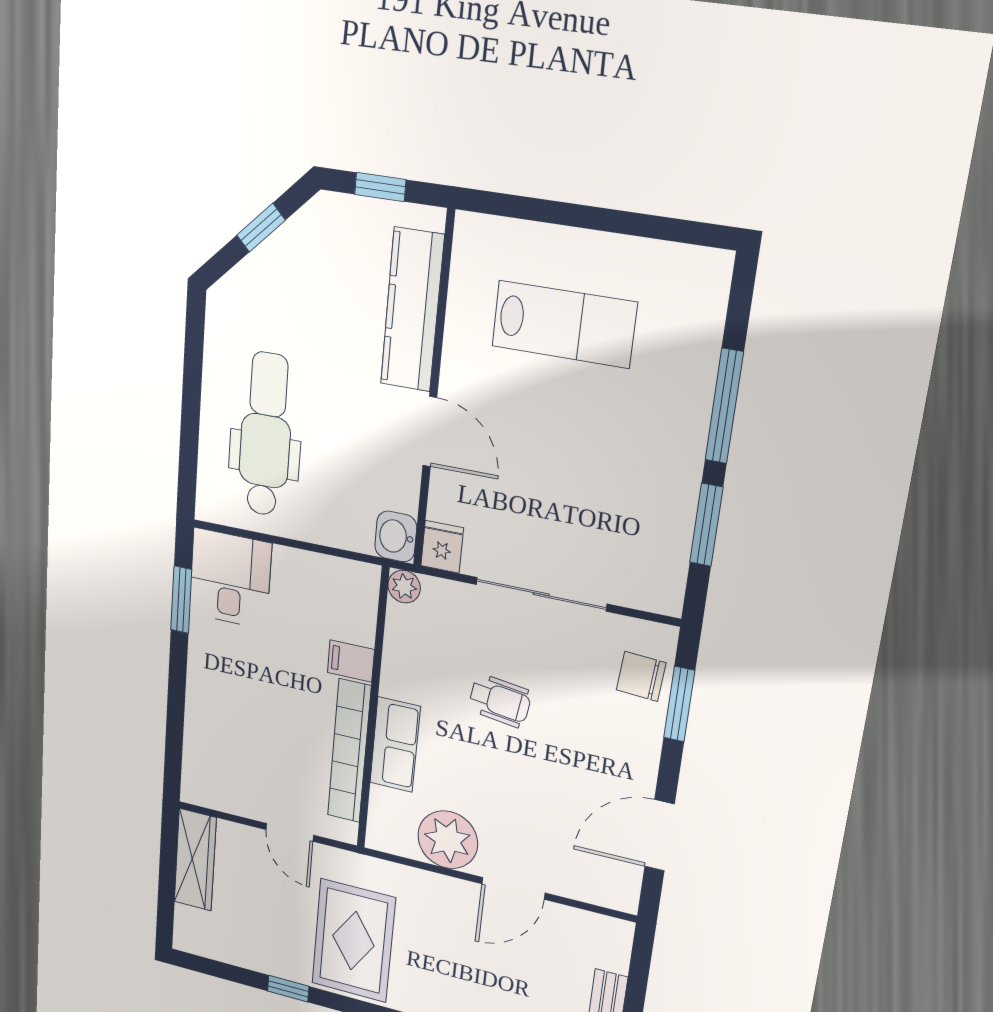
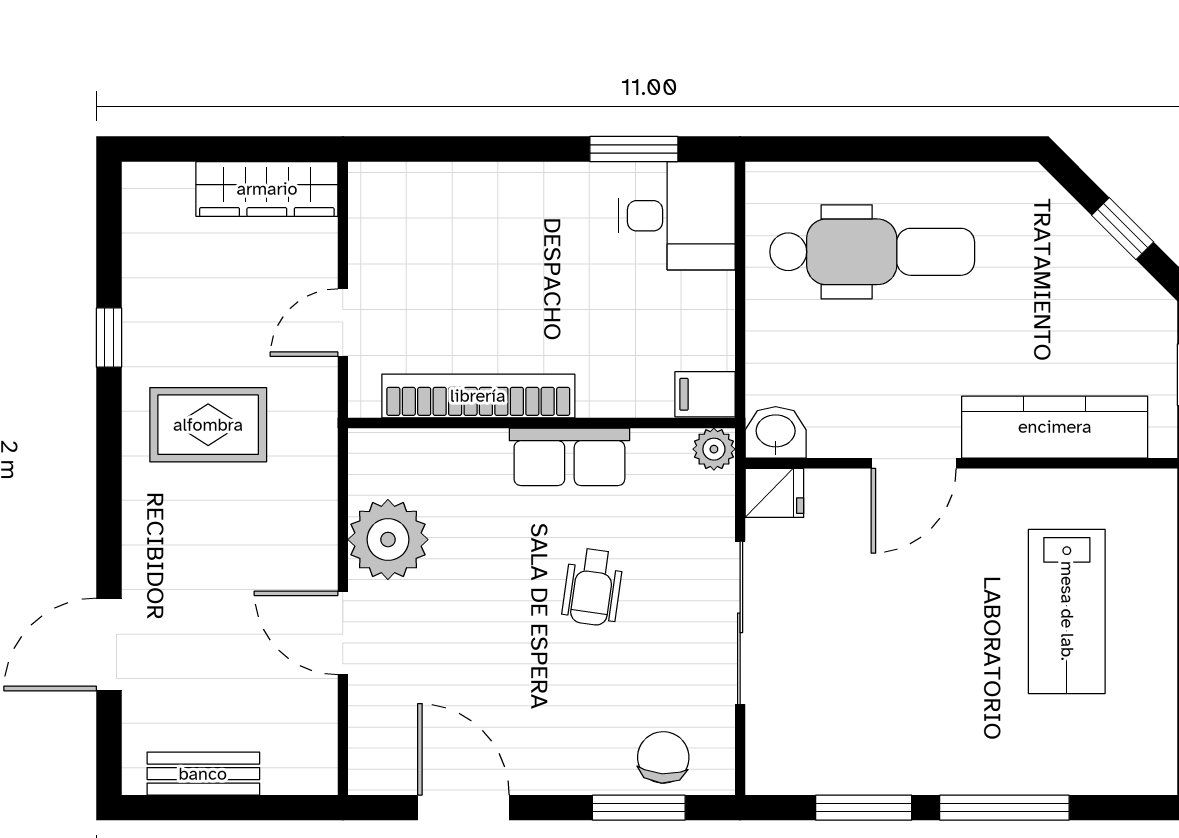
filing cabinet: (351, 661) -> (705, 394), moved, turned -90
row of seats: (395, 745) -> (569, 457), moved
rug: (353, 941) -> (208, 425), width x0.73, depth x0.70

